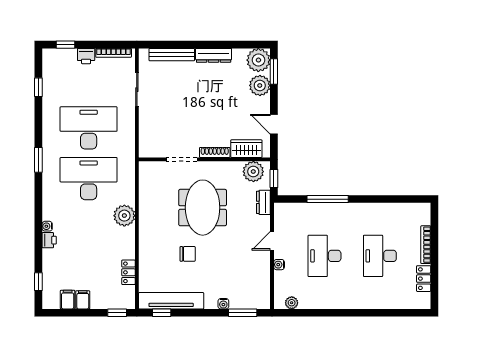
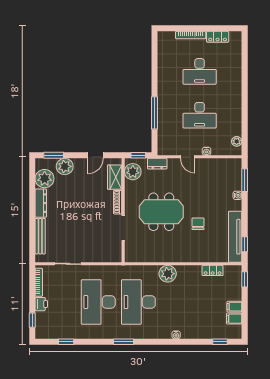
plant: (258, 60) -> (45, 179), moved
printer: (49, 240) -> (187, 333), removed

